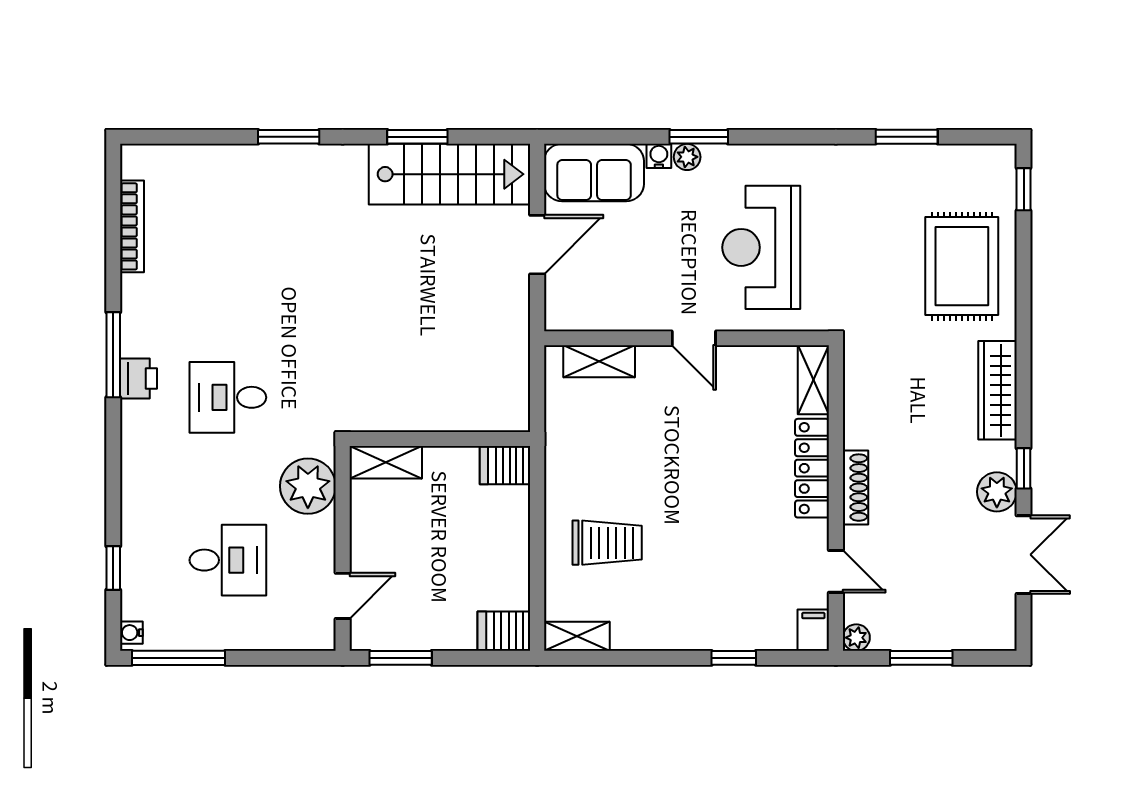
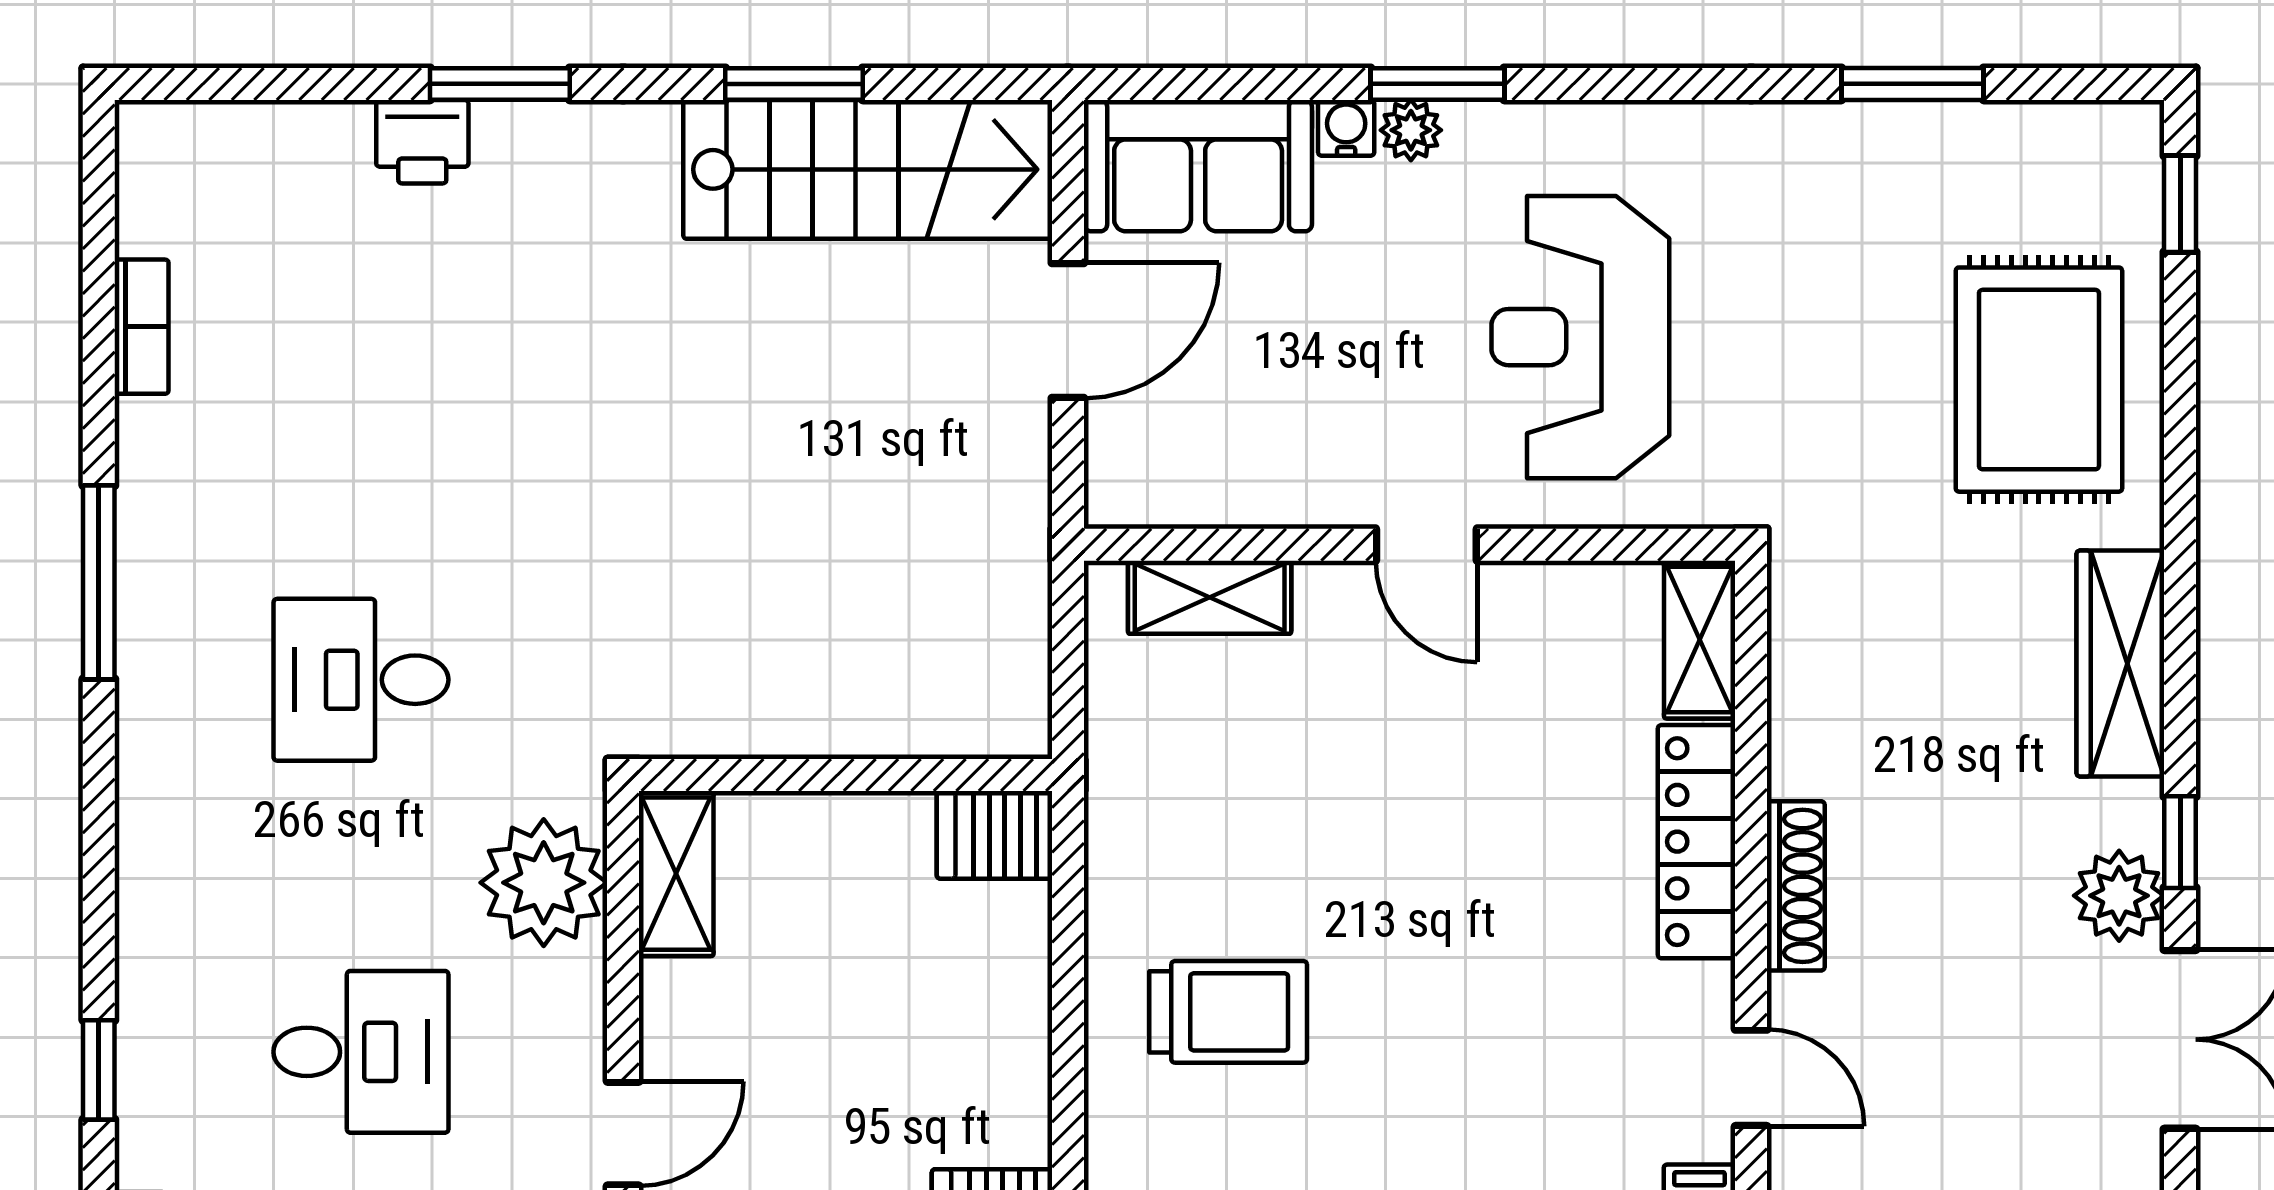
bookcase: (132, 226) -> (142, 327), width x0.64
printer: (139, 379) -> (422, 142), moved, turned 90
shelving: (386, 462) -> (676, 874), moved, turned 90

